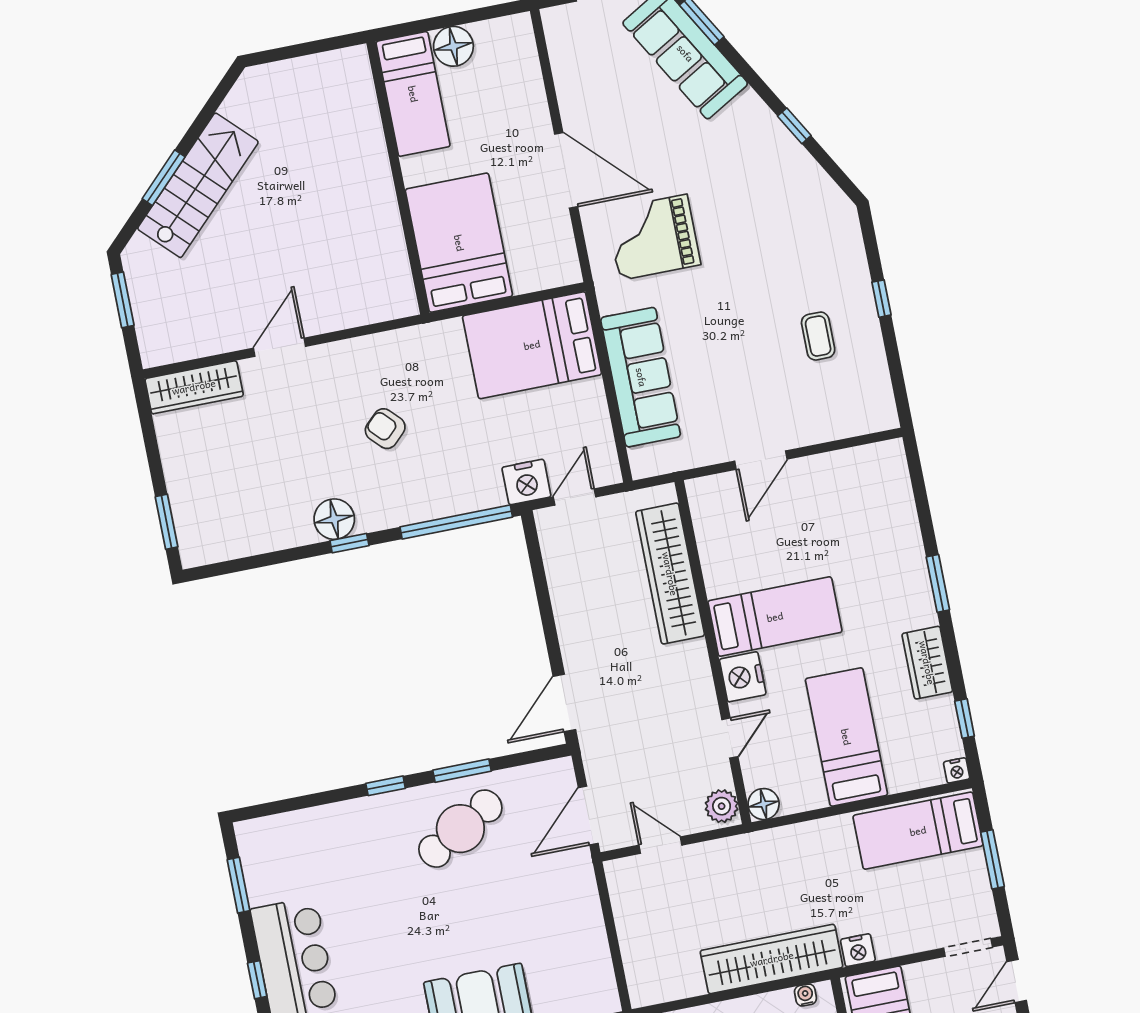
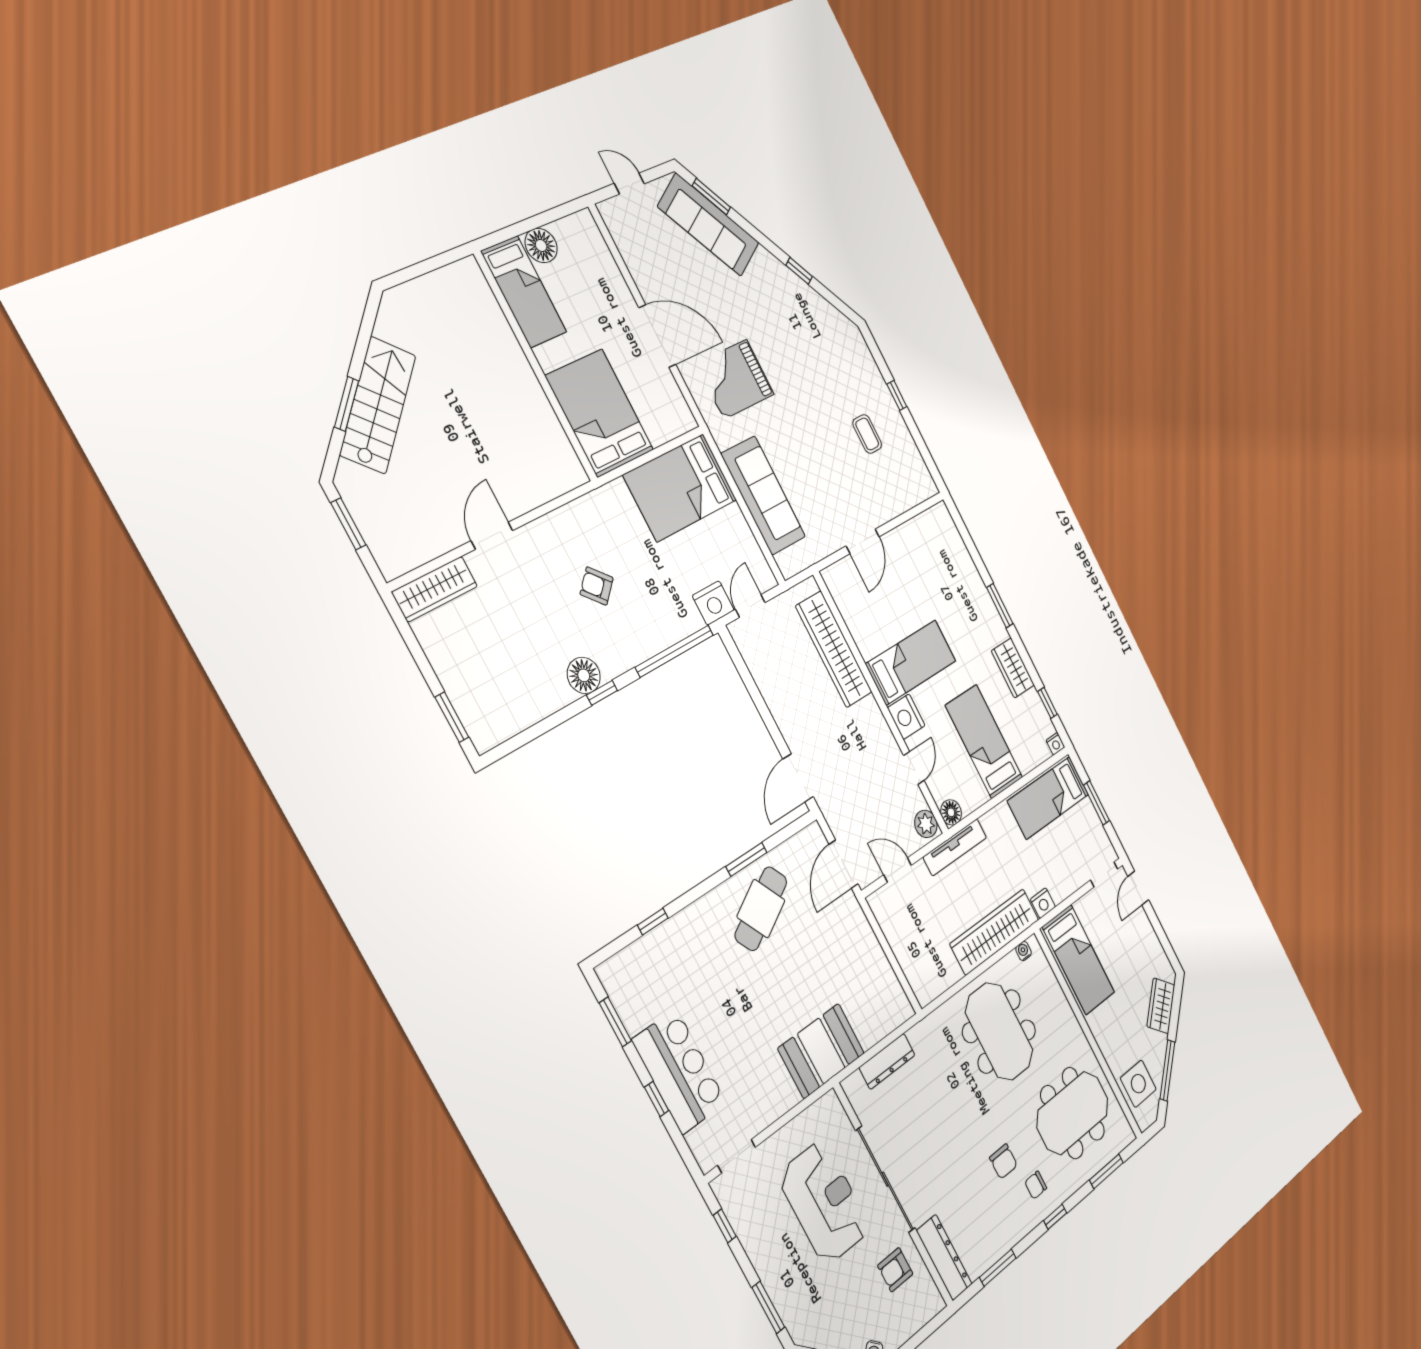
window: (386, 786) -> (653, 922), moved
tv unit: (753, 845) -> (955, 847), added

